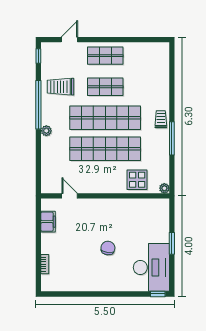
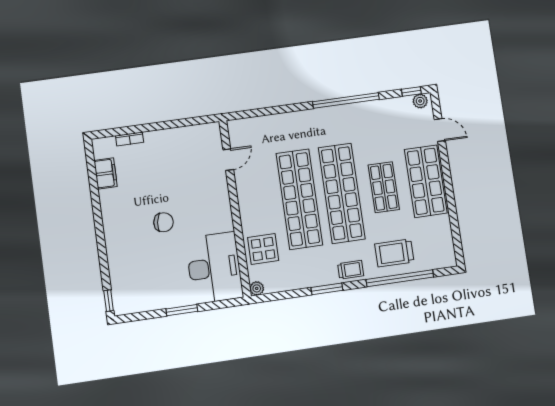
shop shelf: (105, 56) -> (426, 181), width x1.43, depth x1.36
window: (172, 85) -> (400, 278), added
trolley: (61, 87) -> (394, 253), moved, turned -90
plant: (46, 131) -> (420, 101), moved
window: (172, 138) -> (327, 289), width x0.69
filing cabinet: (48, 222) -> (106, 173), moved, turned -90
desk: (151, 267) -> (214, 268), moved, turned -90

